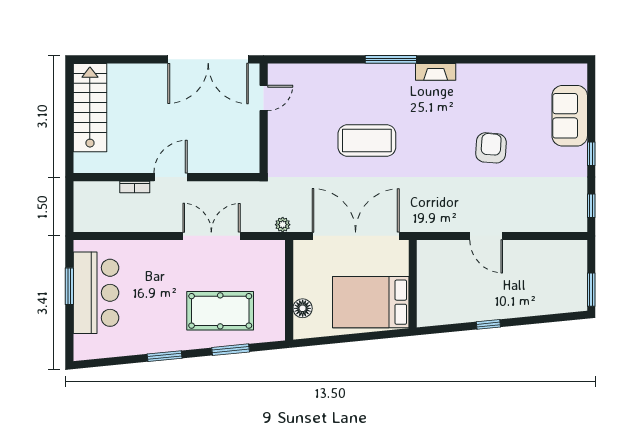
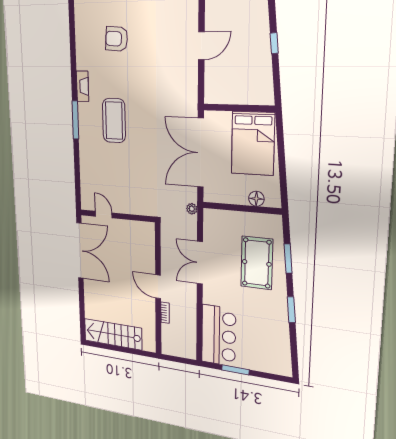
coffee table: (367, 140) -> (114, 121), moved
armchair: (491, 148) -> (117, 39), moved
bar counter: (96, 293) -> (219, 336), moved, turned 90

